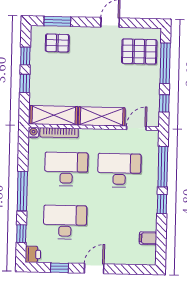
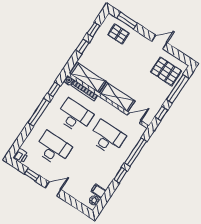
window: (21, 234) -> (54, 90), moved
plant: (150, 252) -> (94, 200), added

